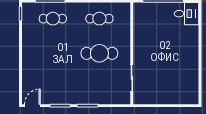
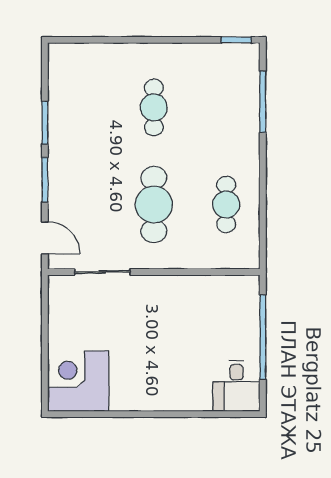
cafe table: (53, 19) -> (154, 107), moved
corner desk: (184, 89) -> (79, 381), added
door: (32, 106) -> (45, 238), moved

